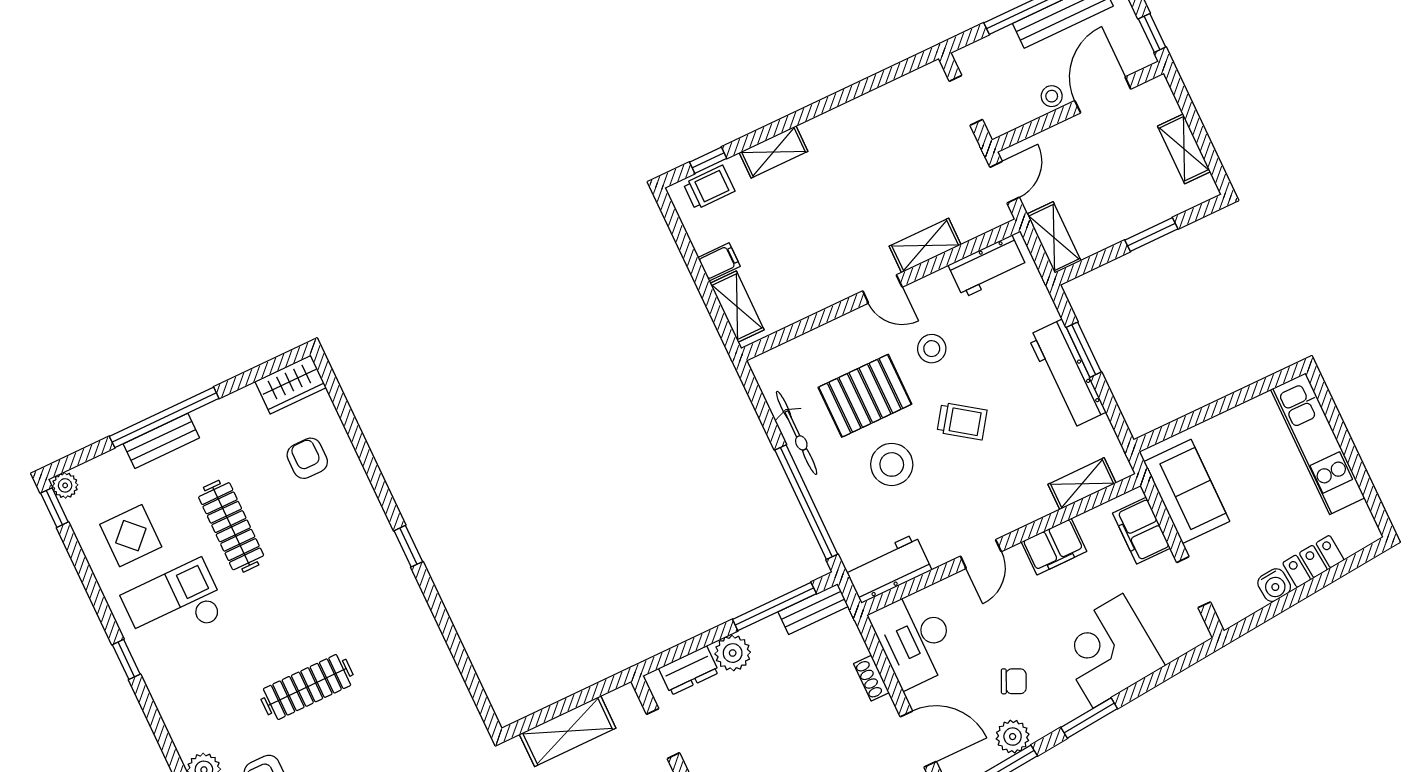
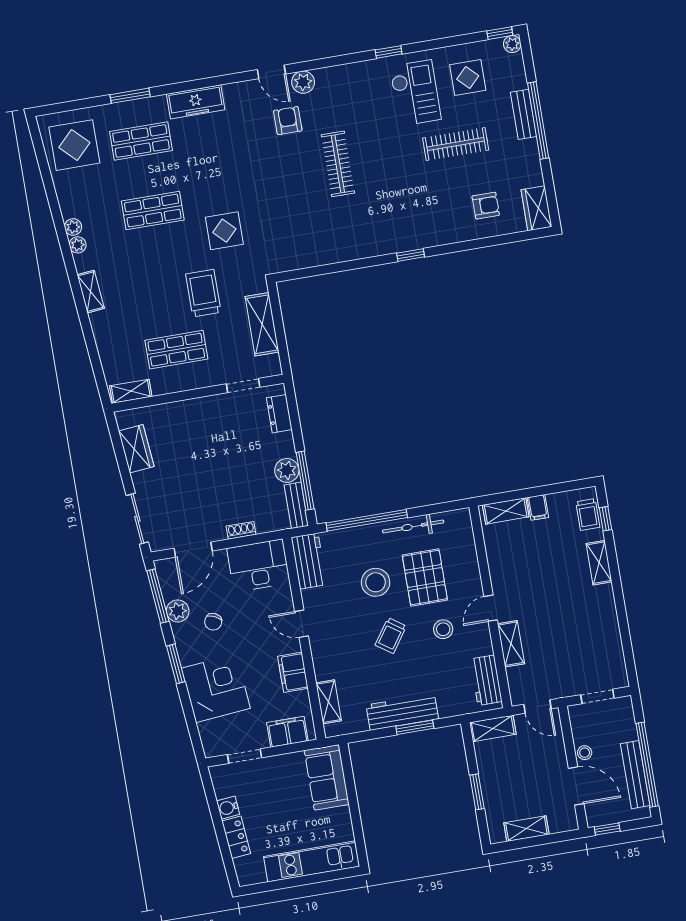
sofa: (1187, 491) -> (327, 777), moved, turned 90
plant: (733, 653) -> (287, 470), moved

